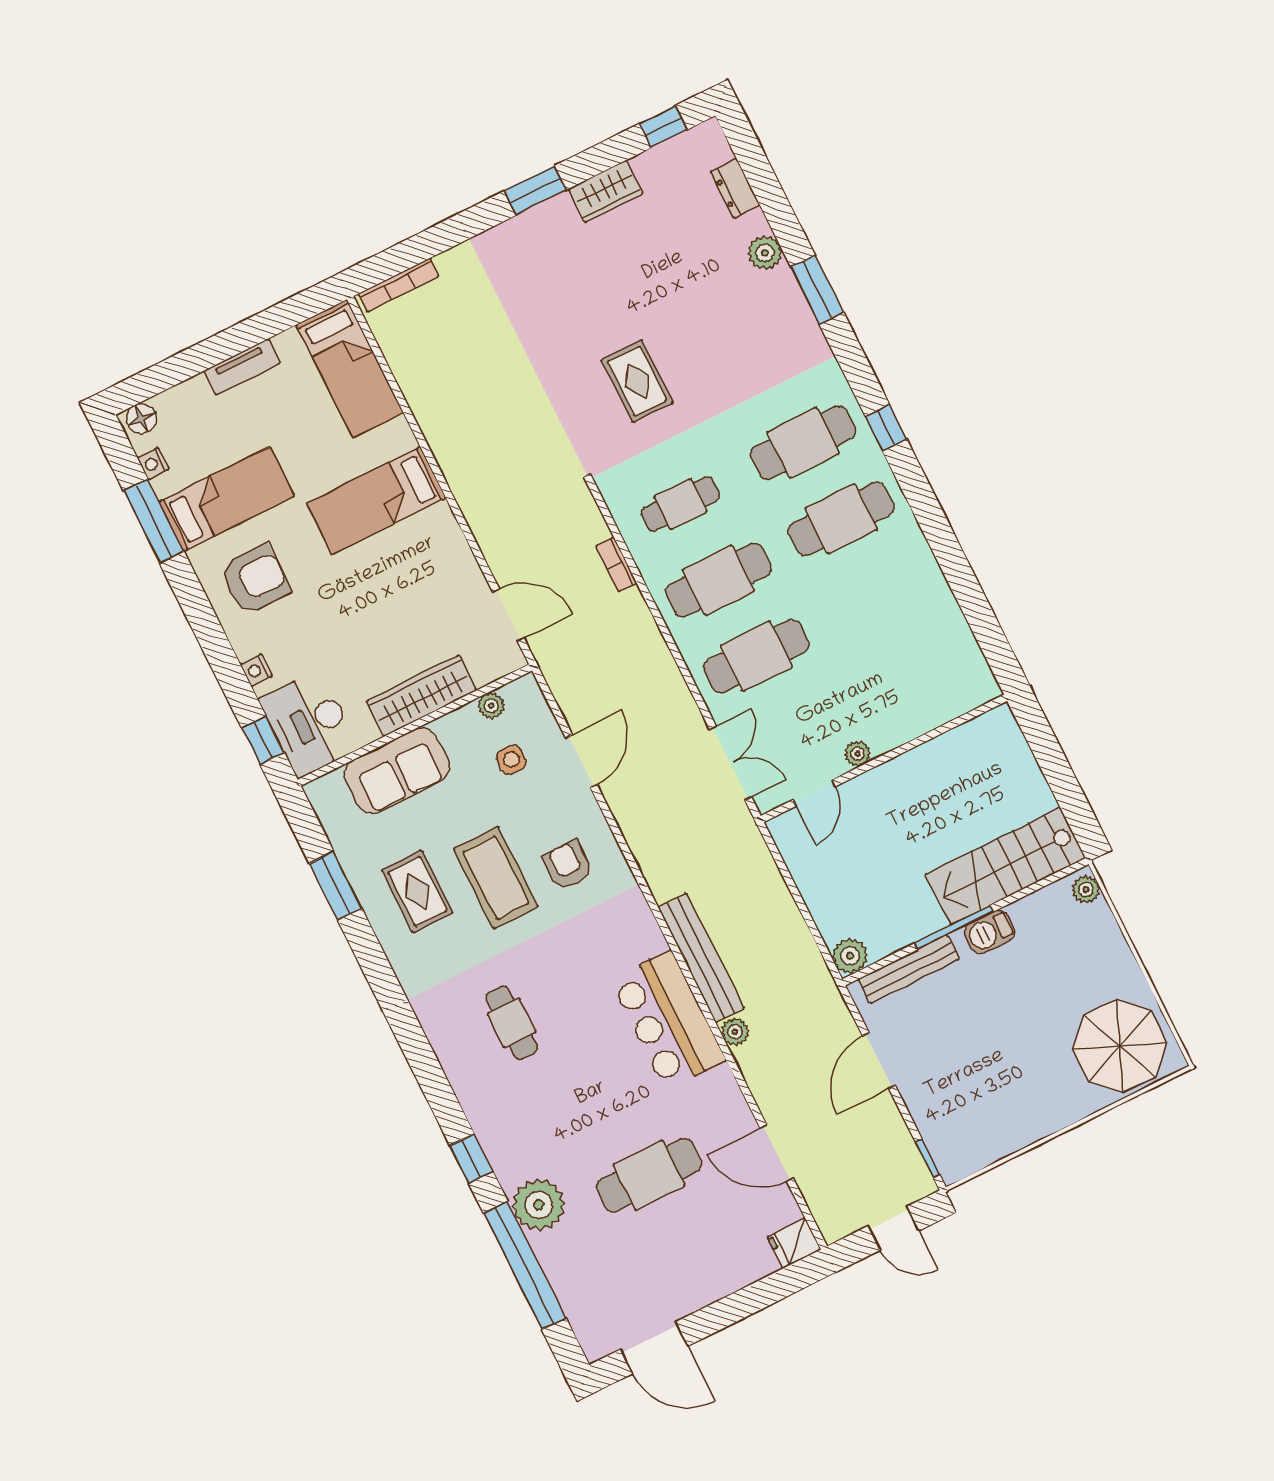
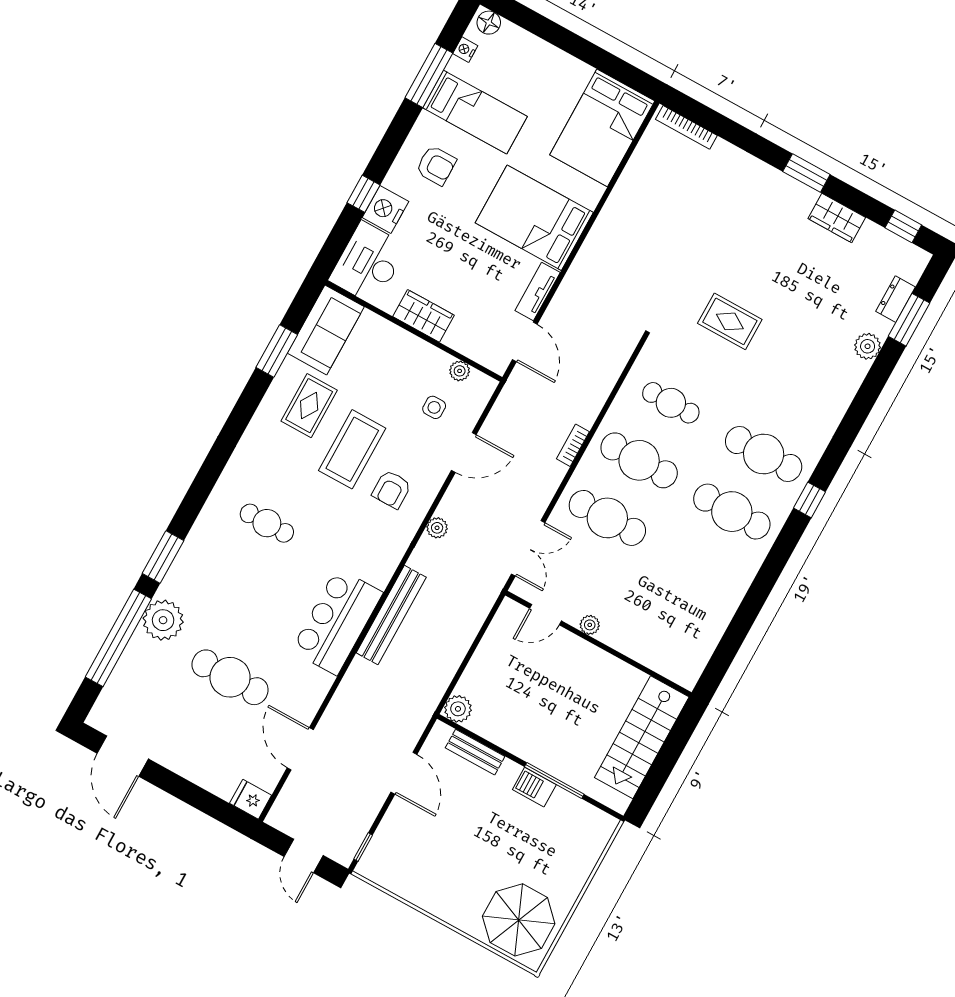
window: (817, 290) -> (909, 320), moved
tv unit: (242, 367) -> (538, 292), moved, turned 90
bed: (350, 369) -> (602, 128), width x1.50
rug: (637, 381) -> (730, 321), turned 90
bed: (376, 501) -> (534, 218), width x1.50
bookcase: (616, 564) -> (573, 445), moved
armchair: (255, 580) -> (436, 165), width x0.72, depth x0.72
nightstand: (256, 670) -> (385, 209), width x1.89, depth x1.79
wardrobe: (422, 696) -> (424, 316), width x0.67
window: (263, 740) -> (363, 194), moved
sofa: (397, 770) -> (326, 330), moved, turned -90
armchair: (567, 865) -> (392, 489), turned 180
stairs: (1005, 866) -> (642, 737), moved, turned -90
plant: (1086, 889) -> (604, 830), removed
window: (954, 928) -> (554, 781), moved
bench: (909, 969) -> (475, 752), width x0.73
cafe table: (512, 1023) -> (267, 523), turned 90
plant: (735, 1032) -> (437, 528), moved
door: (879, 1061) -> (404, 773), swing flipped
window: (471, 1158) -> (163, 557), width x1.50

